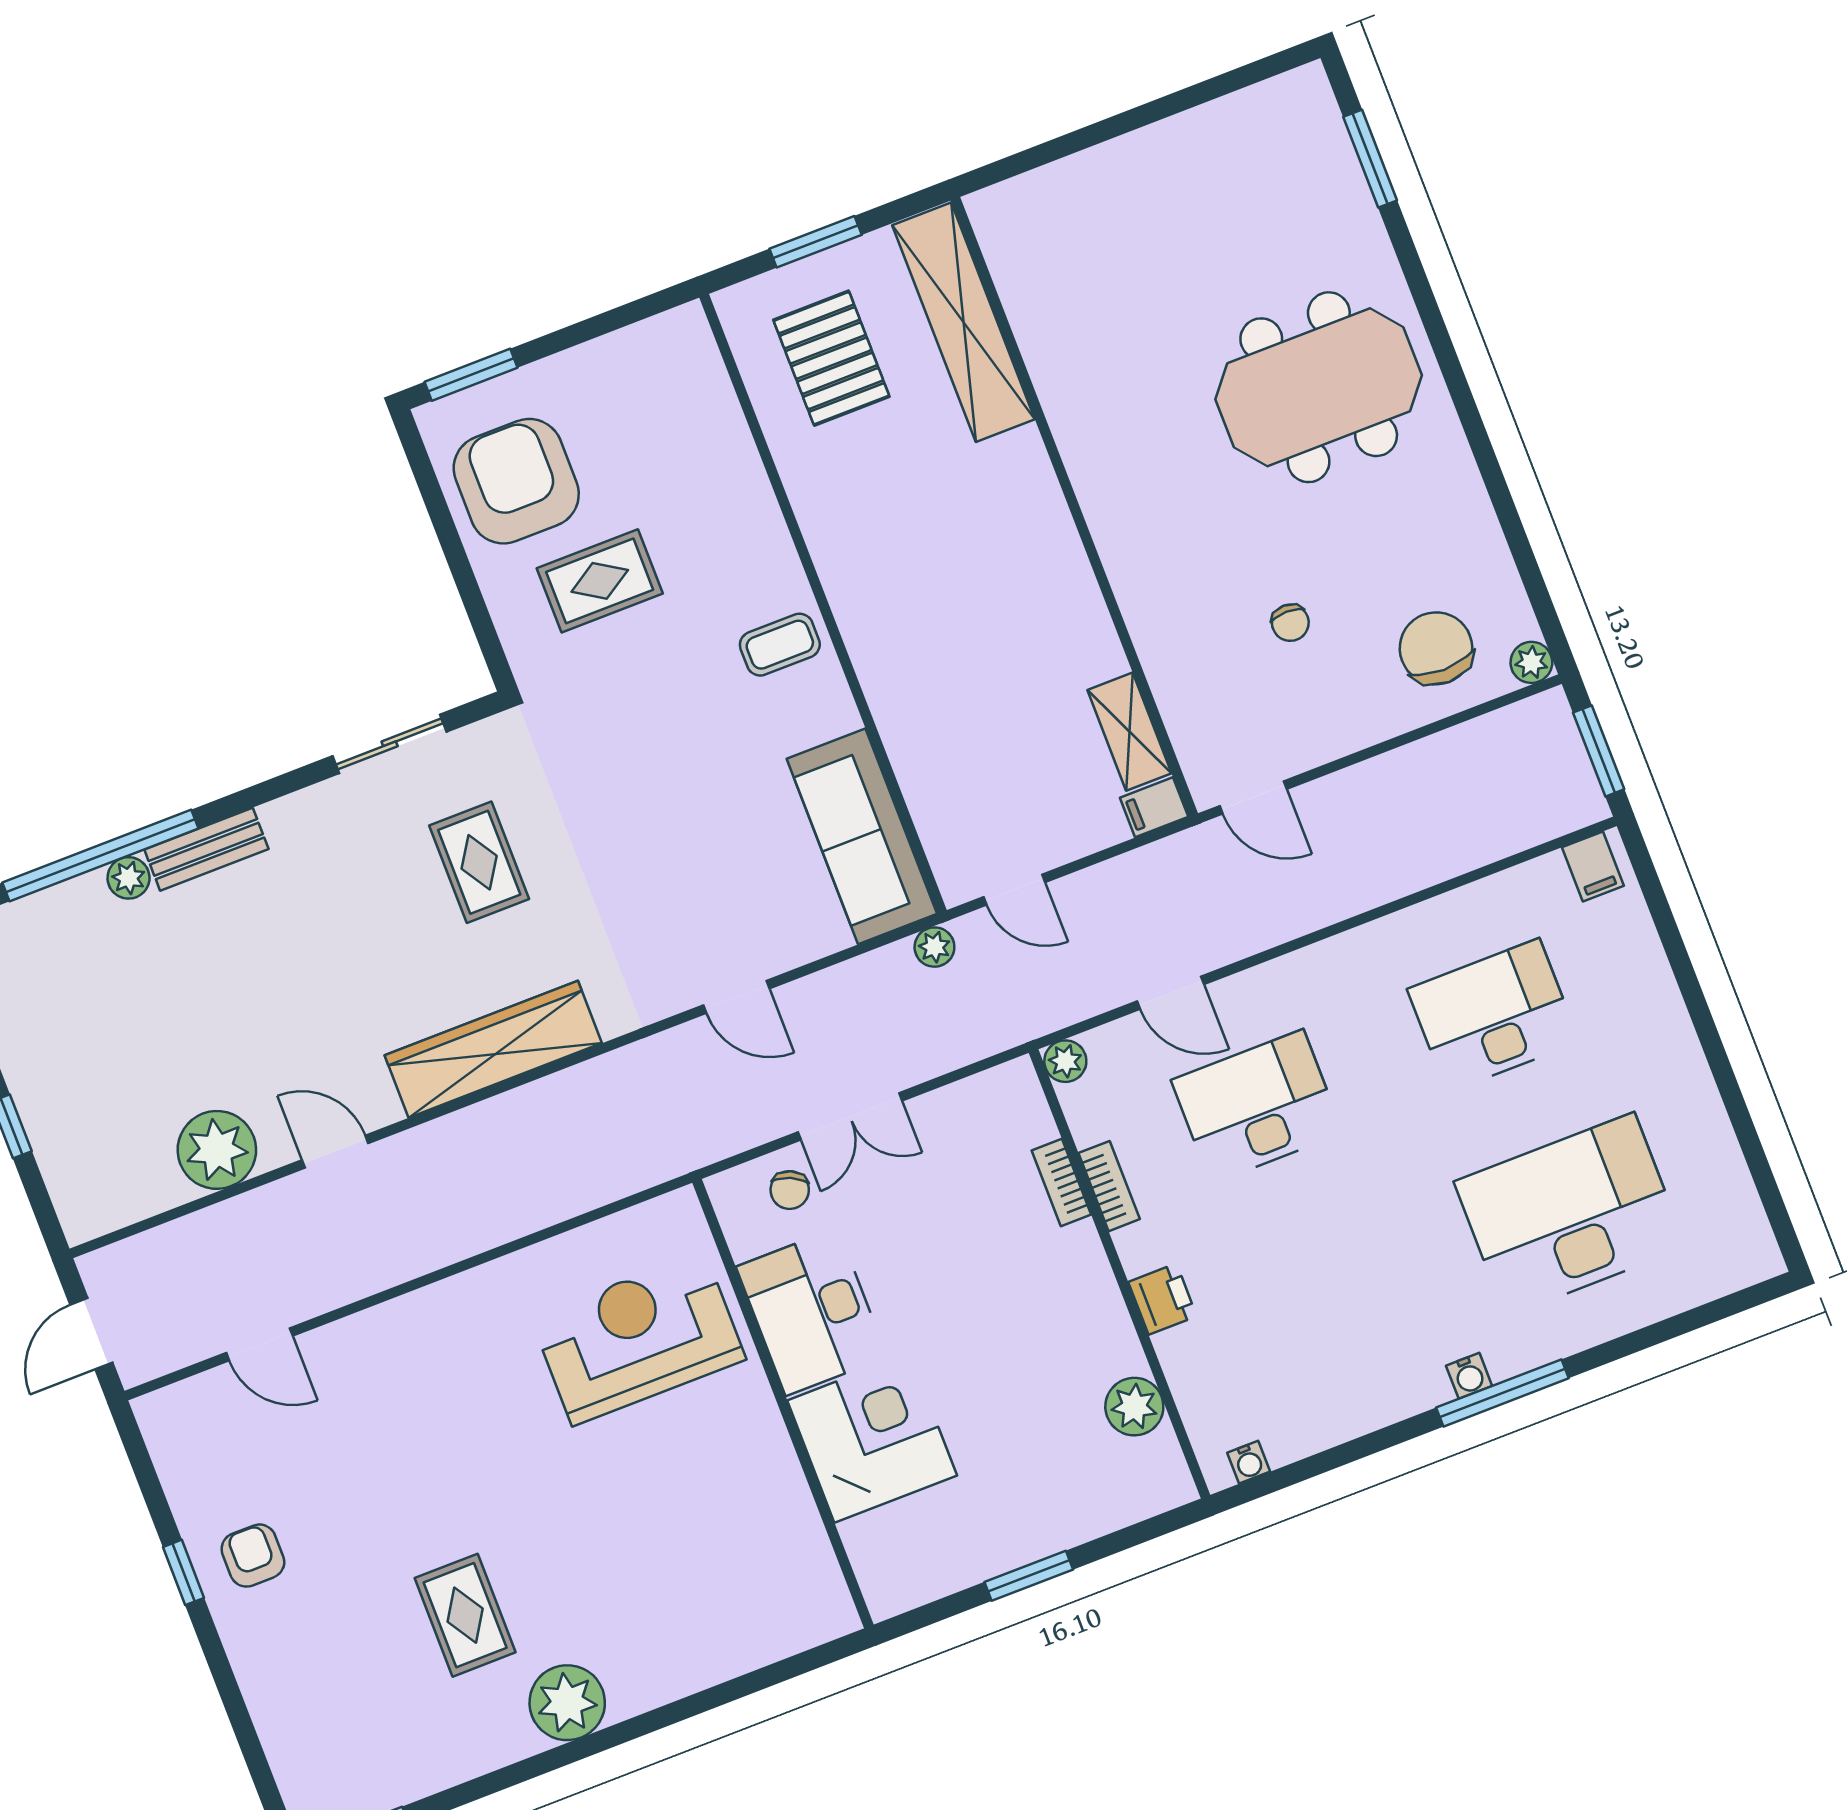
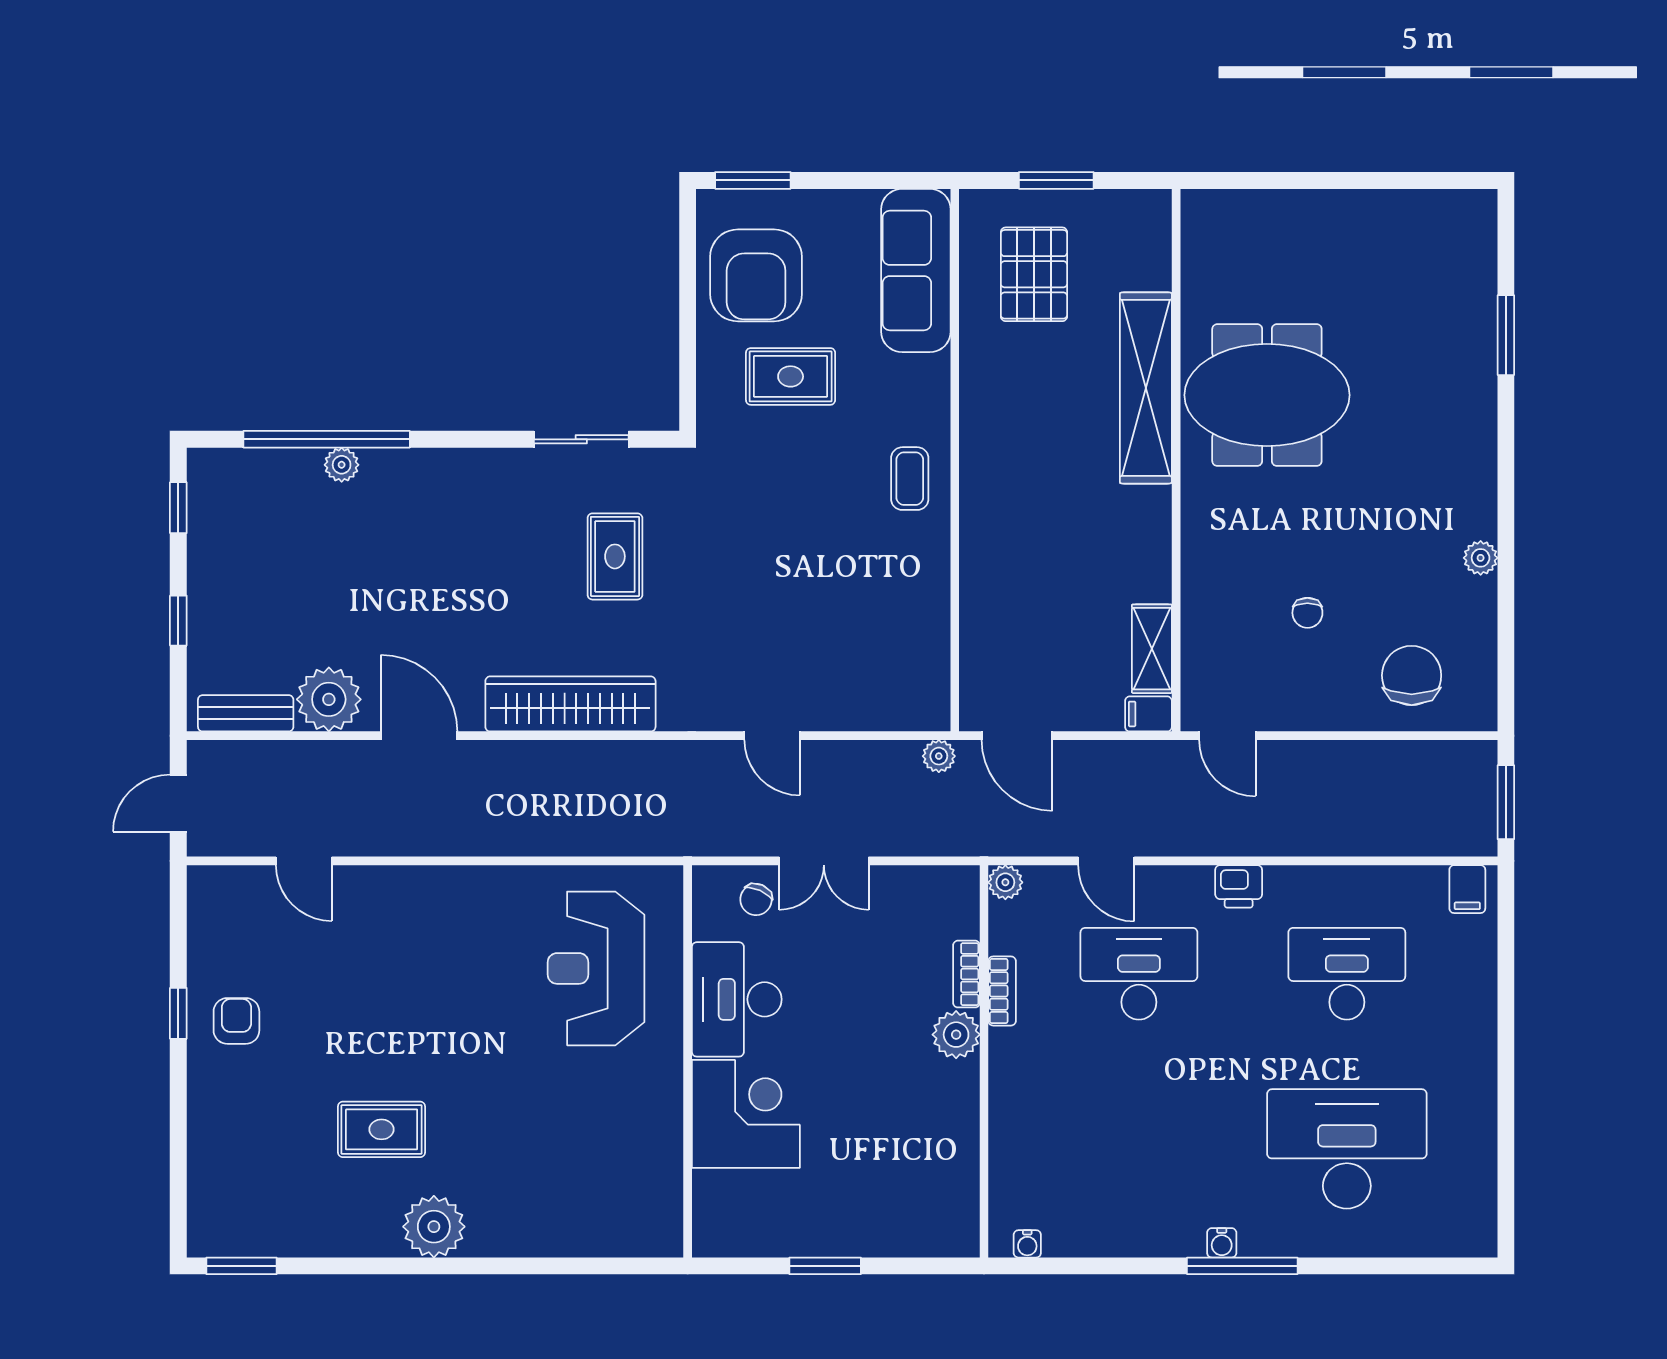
window: (1370, 159) -> (1506, 335), moved
shelving: (963, 322) -> (1146, 388), moved
meeting table: (1319, 387) -> (1267, 395), moved
armchair: (516, 481) -> (756, 275), turned 180
coffee table: (780, 645) -> (910, 479), turned 90
plant: (1531, 662) -> (1481, 558), moved
sofa: (862, 836) -> (916, 270), moved
bench: (206, 849) -> (246, 713), moved
door: (1014, 890) -> (1017, 736), width x1.38
door: (335, 1152) -> (419, 736), width x1.38
printer: (1162, 1299) -> (1239, 886), moved, turned 90
reception desk: (638, 1338) -> (596, 968), turned -90
plant: (1134, 1407) -> (956, 1035), moved
rug: (465, 1615) -> (381, 1129), turned 90

